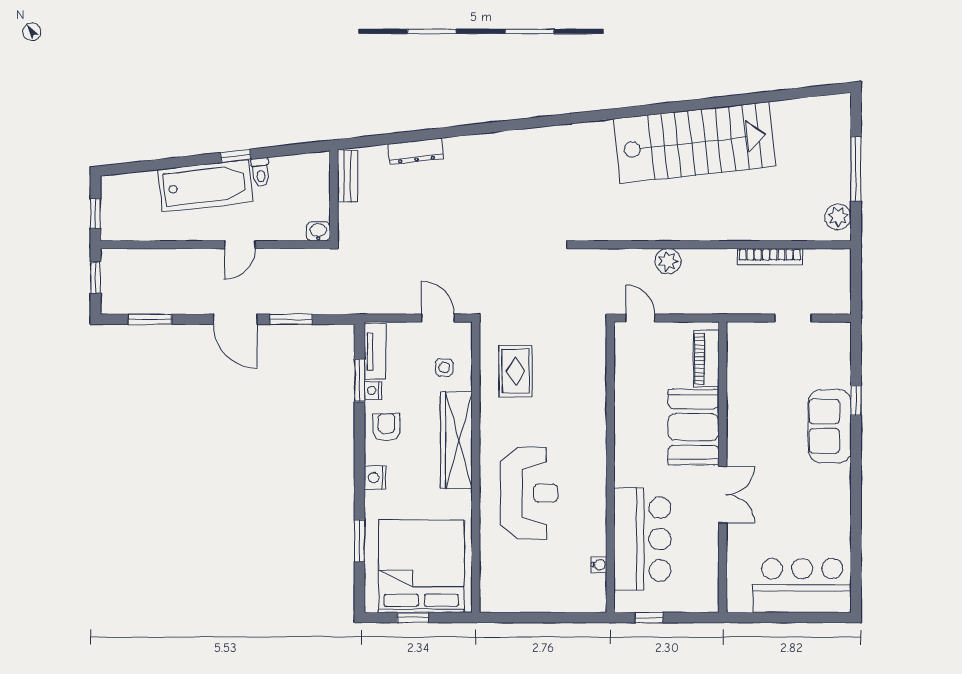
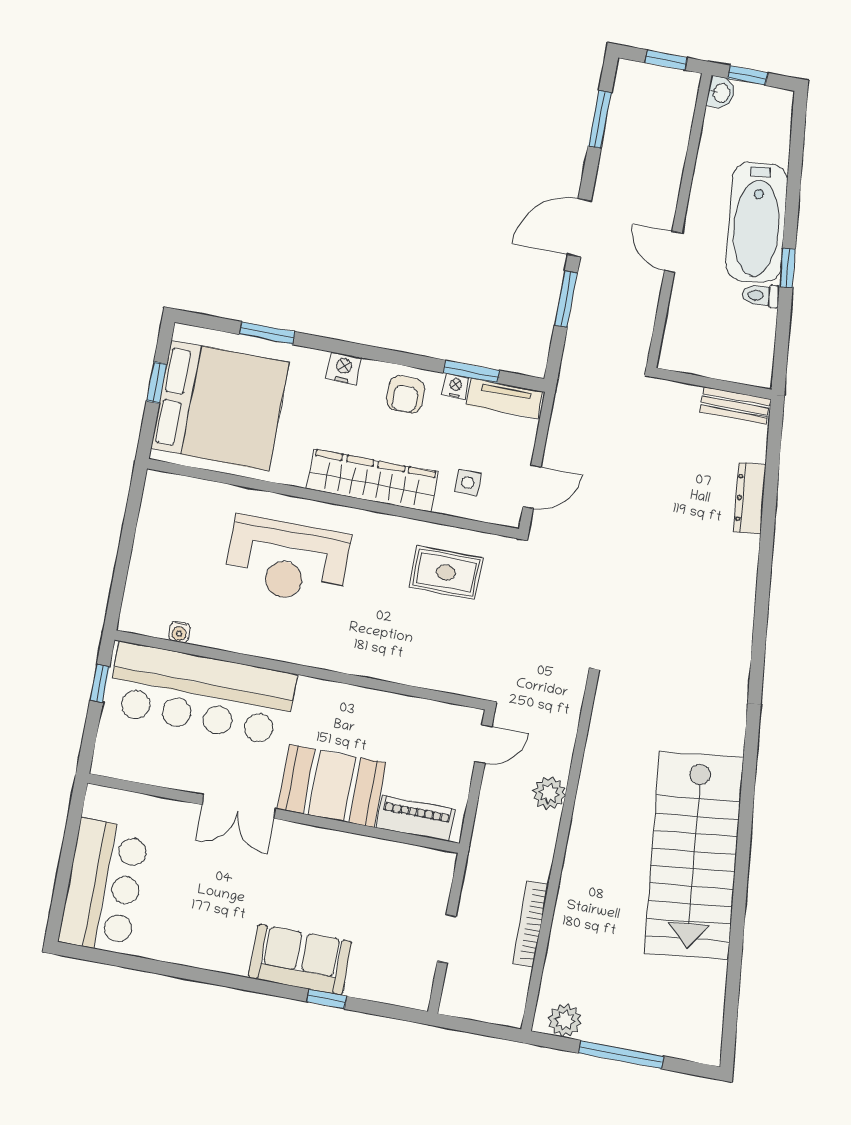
washbasin: (318, 231) -> (721, 93), moved
armchair: (386, 427) -> (406, 395), turned 90
bar counter: (642, 539) -> (201, 694), width x1.36

